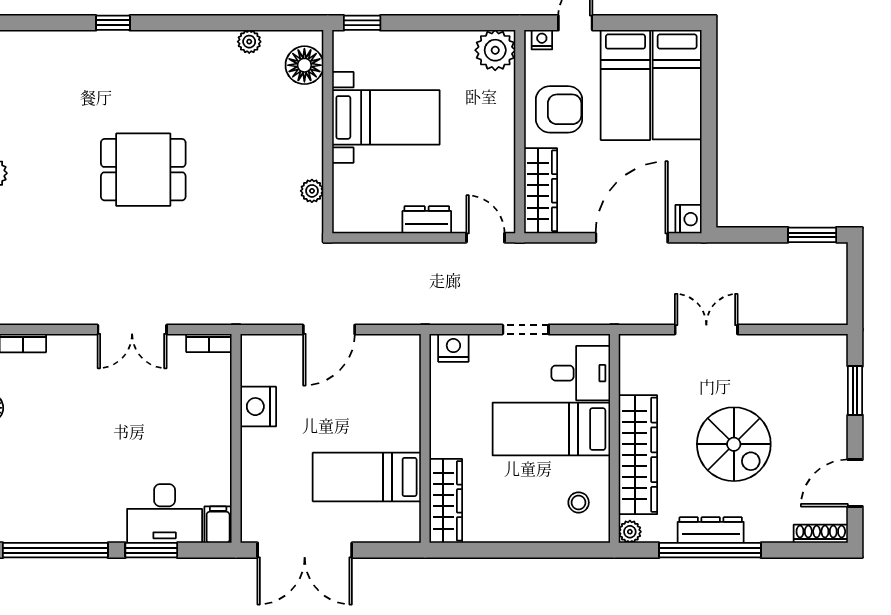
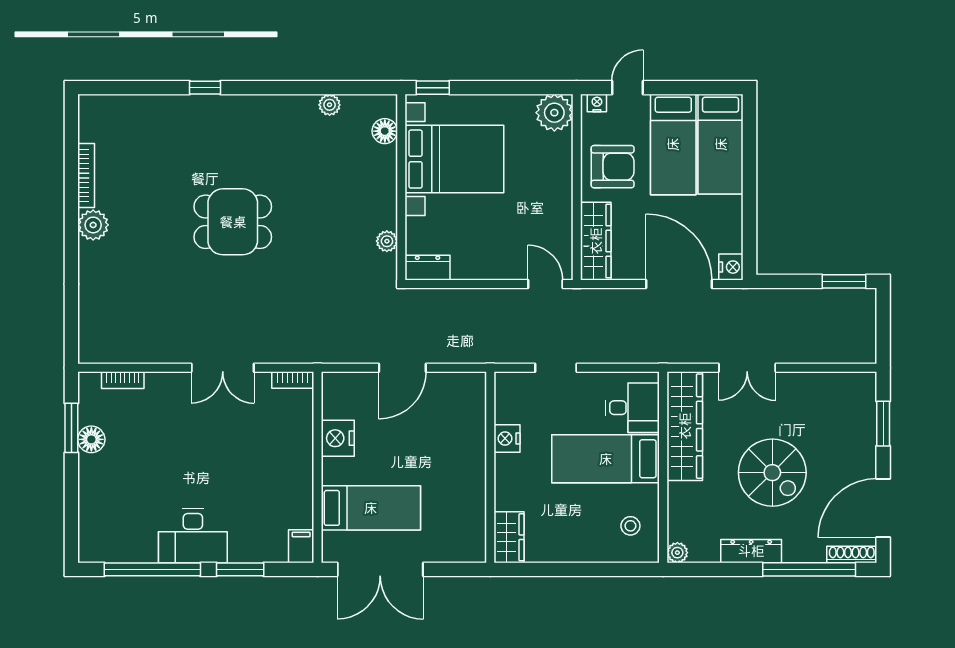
floor lamp: (304, 65) -> (385, 131), width x0.73, depth x0.73
bed with nightstands: (386, 117) -> (454, 159), width x1.36
dresser: (427, 220) -> (428, 268), moved
door: (632, 238) -> (679, 284), hinge flipped
doorway: (526, 329) -> (556, 368), moved
double door: (706, 329) -> (747, 368), swing flipped
nightstand: (453, 348) -> (507, 438), moved, turned -90
wardrobe: (638, 455) -> (685, 426), moved
bed: (367, 477) -> (371, 508), moved, turned 180
door: (855, 483) -> (883, 508), width x1.36
wardrobe: (446, 501) -> (509, 537), width x0.67
desk: (165, 513) -> (193, 536), moved
window: (710, 550) -> (809, 569), moved

